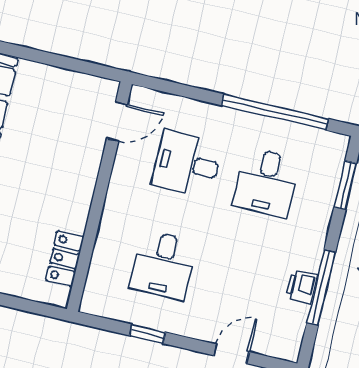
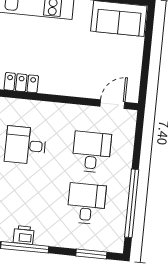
door: (117, 121) -> (112, 104), swing flipped
desk: (266, 182) -> (86, 204), turned 90

